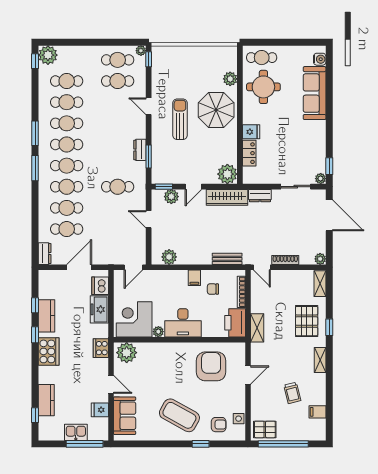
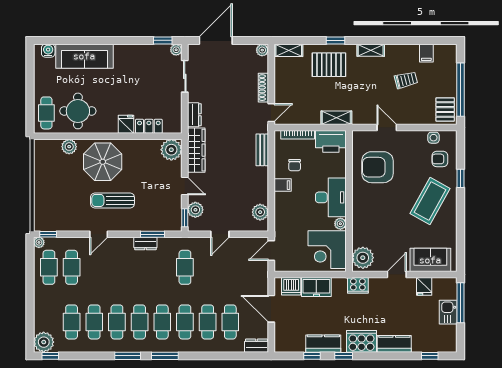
door: (133, 267) -> (271, 250), swing flipped
kitchen counter: (46, 400) -> (394, 344), moved
armchair: (219, 425) -> (440, 159), turned -90

